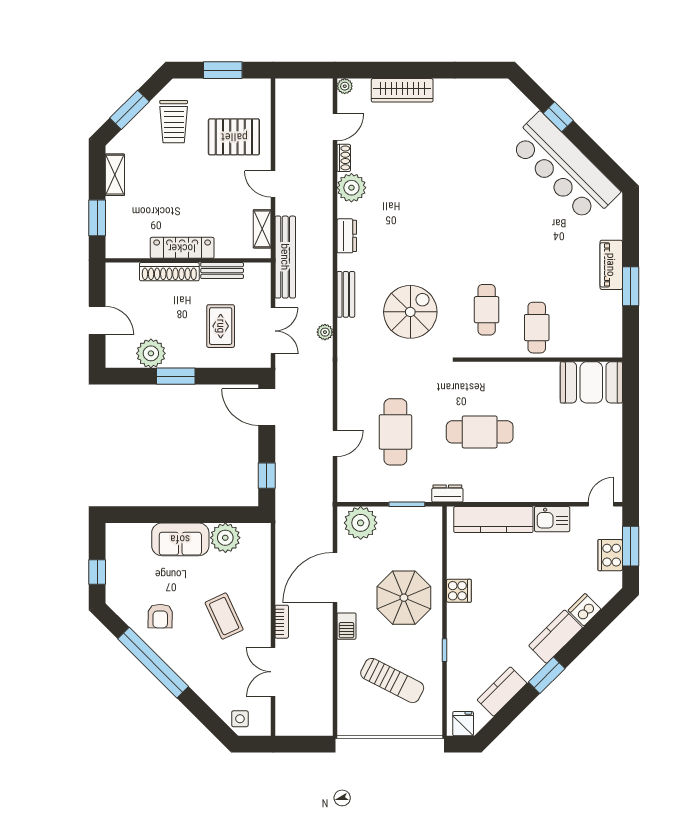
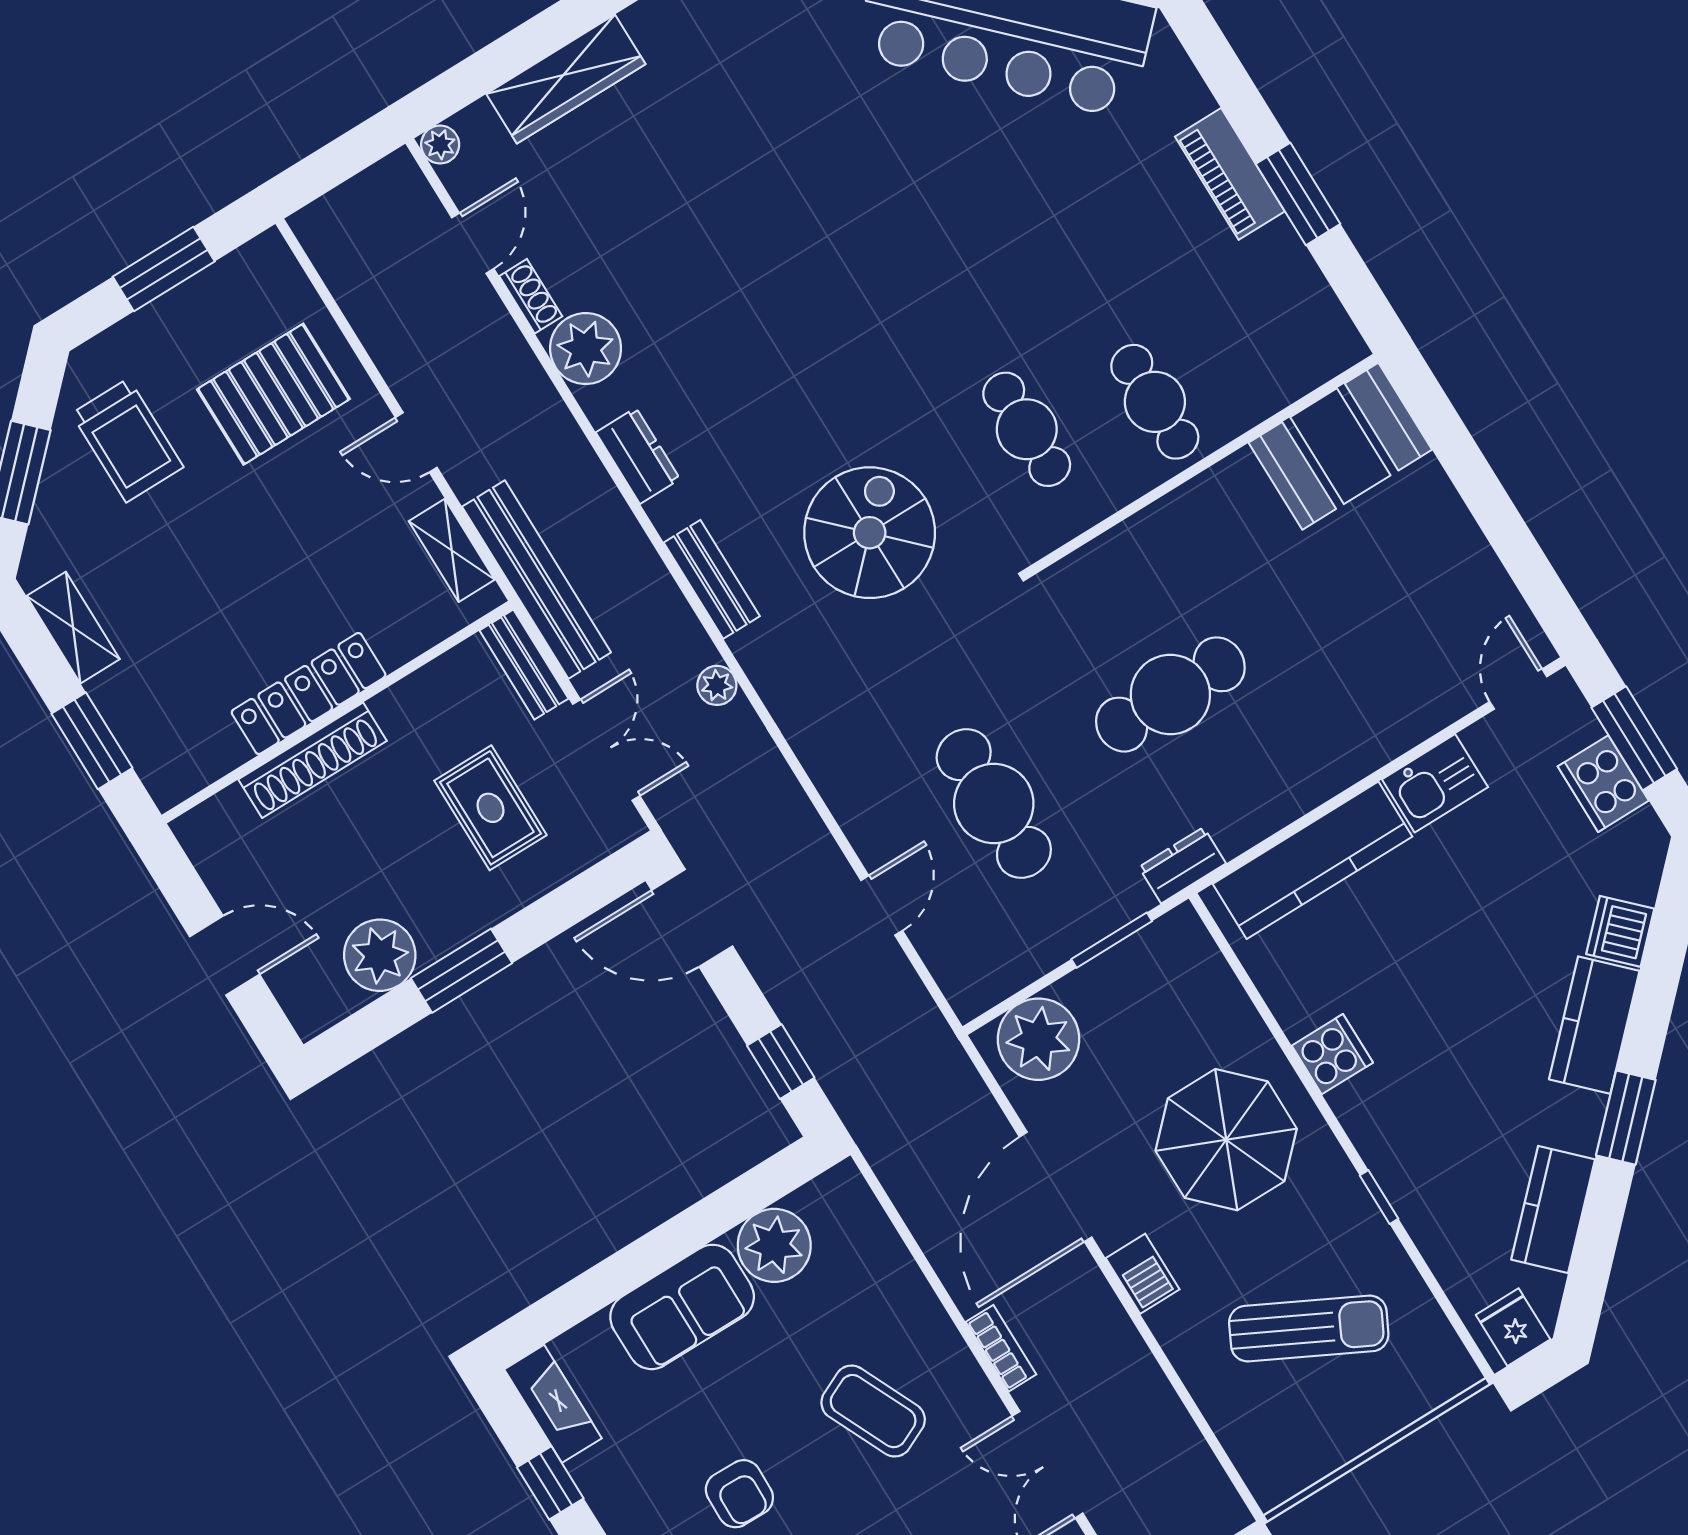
bench: (222, 271) -> (524, 665), moved, turned 90
fireplace: (115, 545) -> (553, 1404), added

